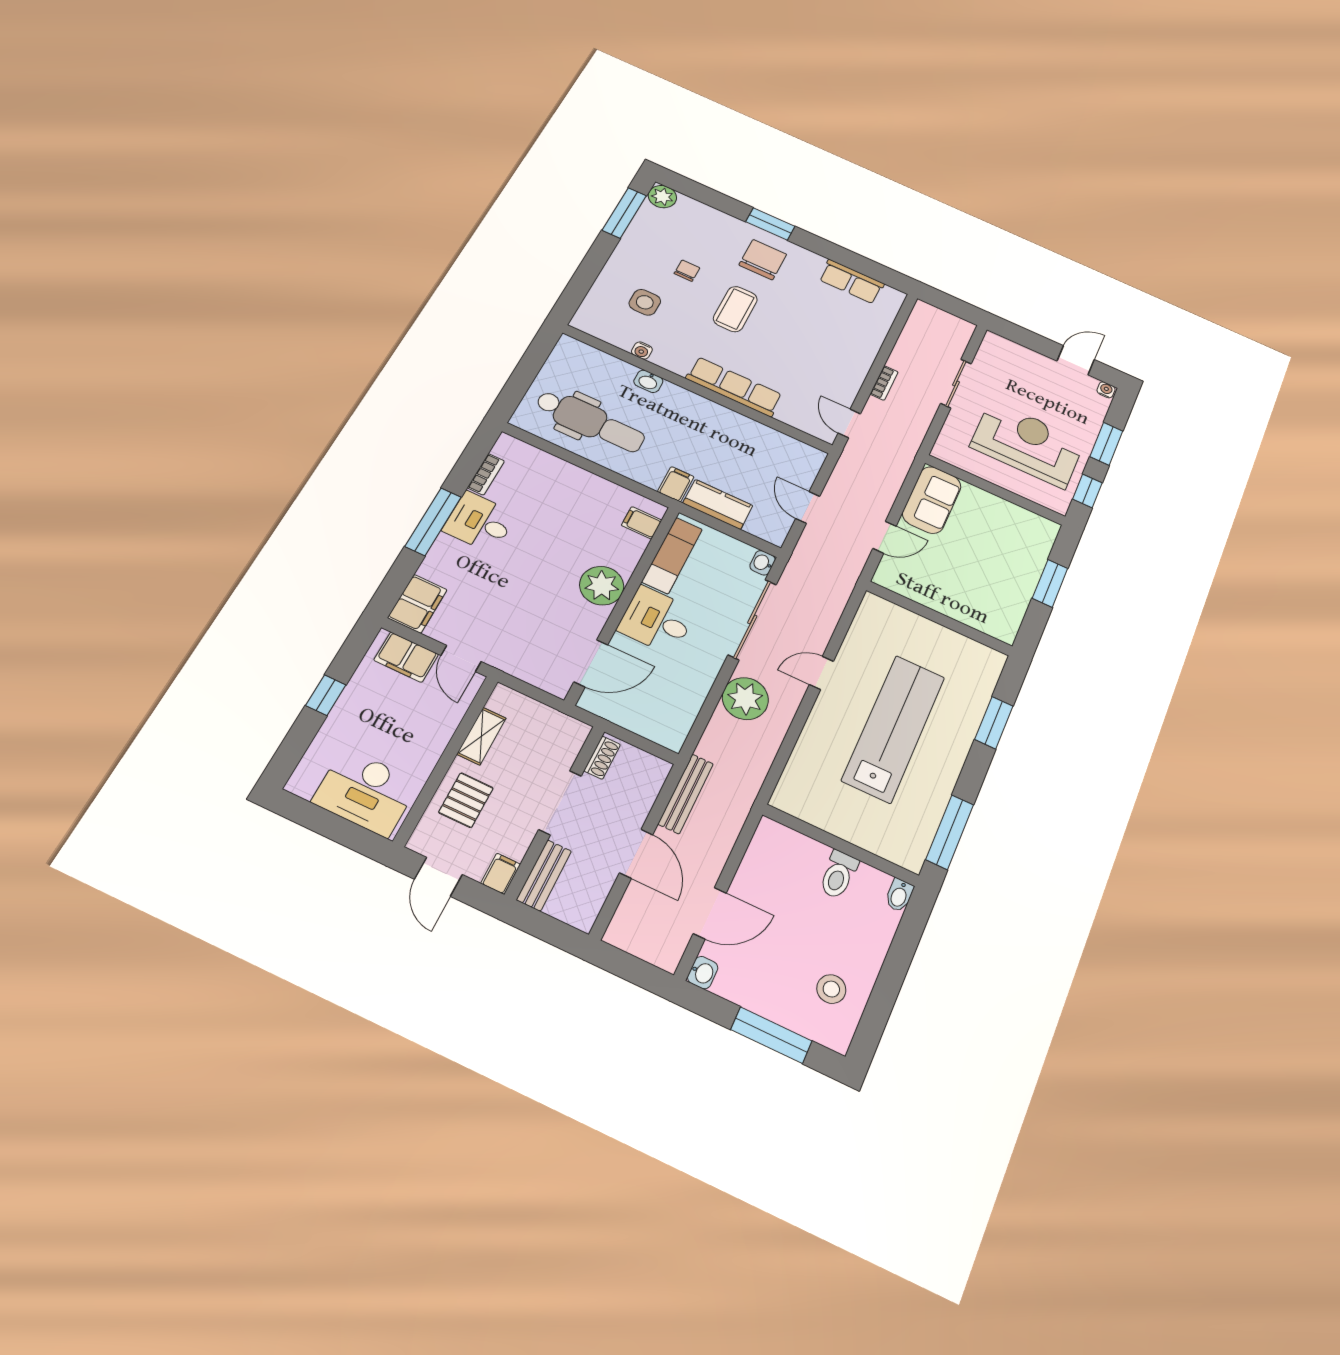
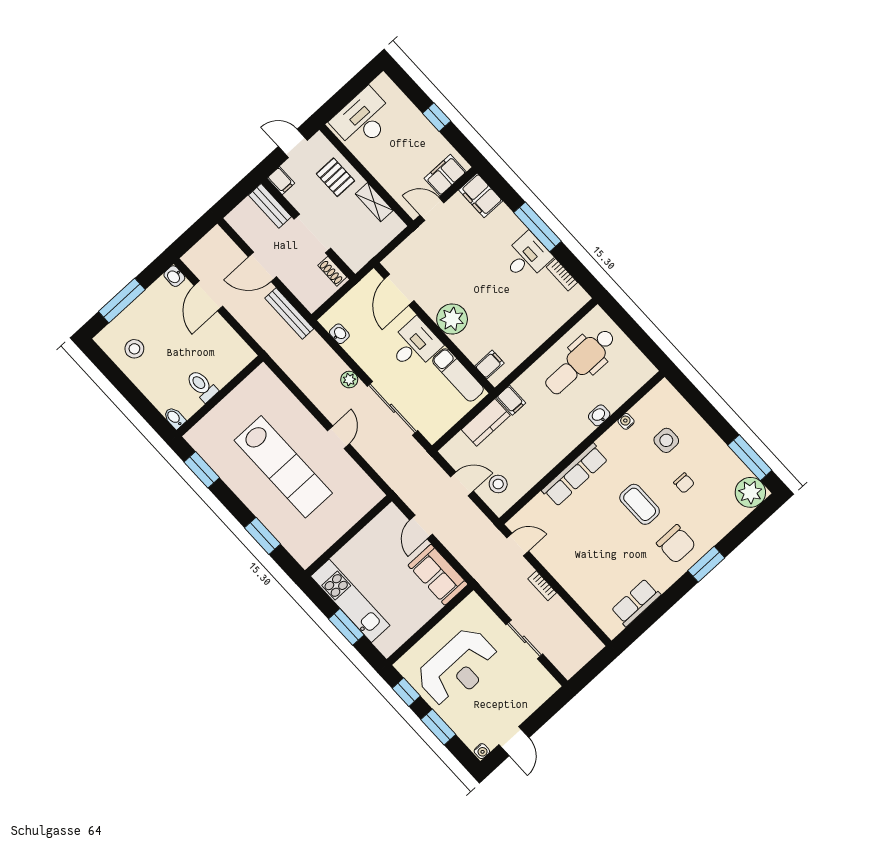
plant: (662, 197) -> (750, 492), width x1.36, depth x1.36
stool: (787, 467) -> (498, 484), added
washbasin: (763, 563) -> (339, 334), moved
kitchen unit: (1017, 589) -> (350, 601), added
plant: (745, 699) -> (349, 380), width x0.53, depth x0.53
window: (950, 832) -> (202, 470), width x0.69

